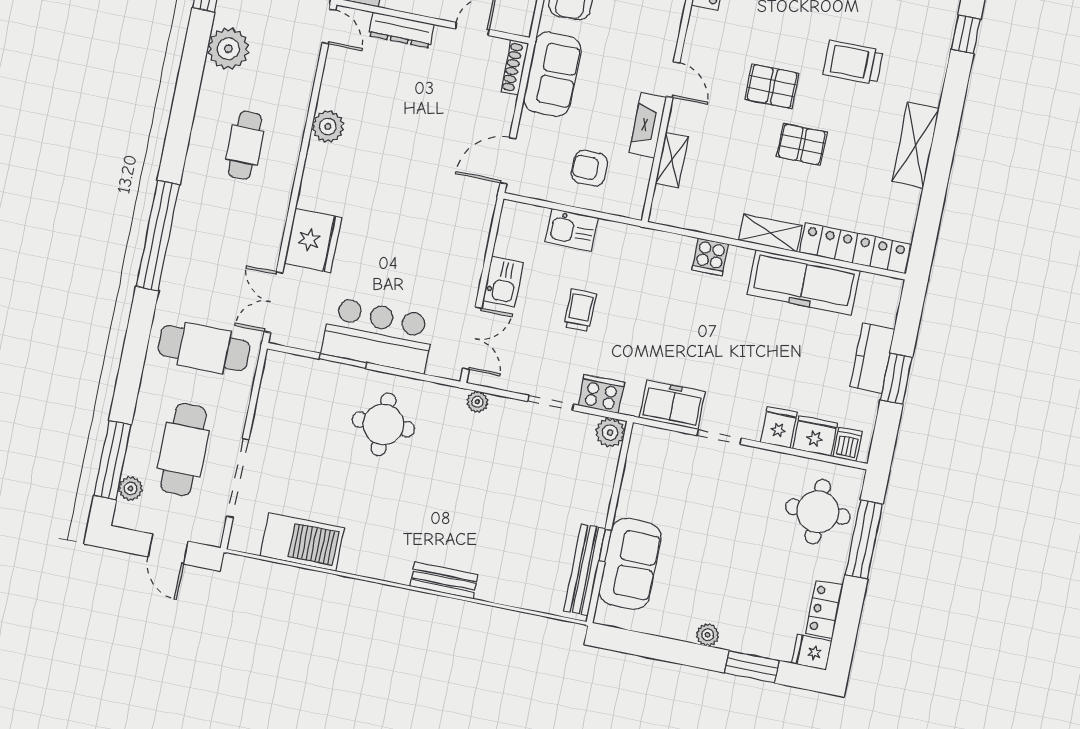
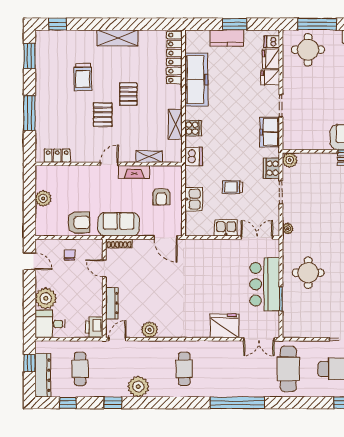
plant: (328, 126) -> (150, 330), moved
cafe table: (245, 145) -> (184, 369), turned 90
shelving: (770, 233) -> (175, 124), moved
dishwasher: (655, 247) -> (194, 157), added

